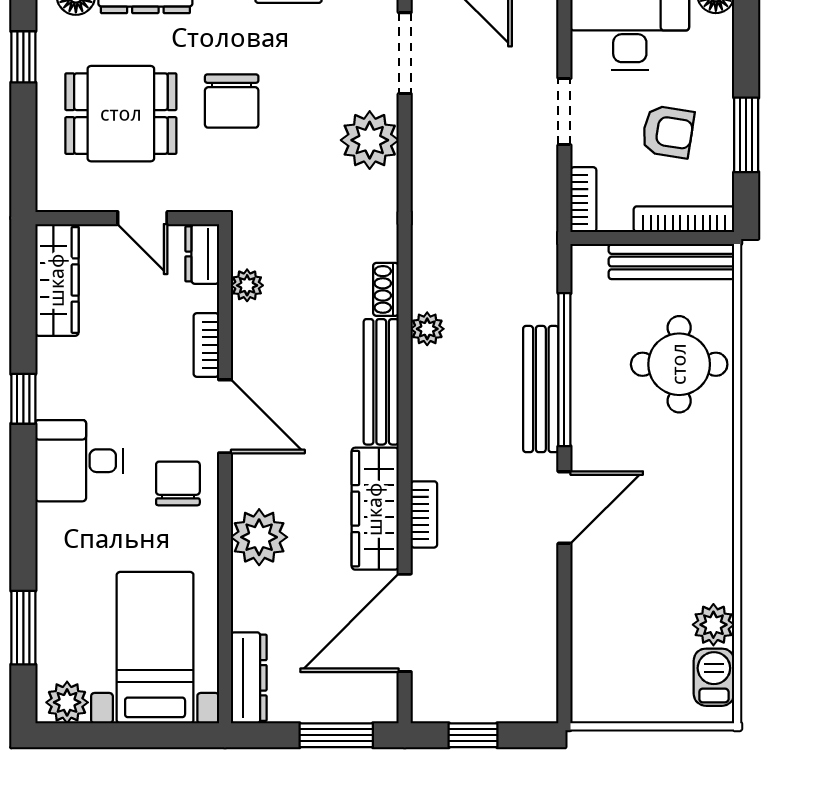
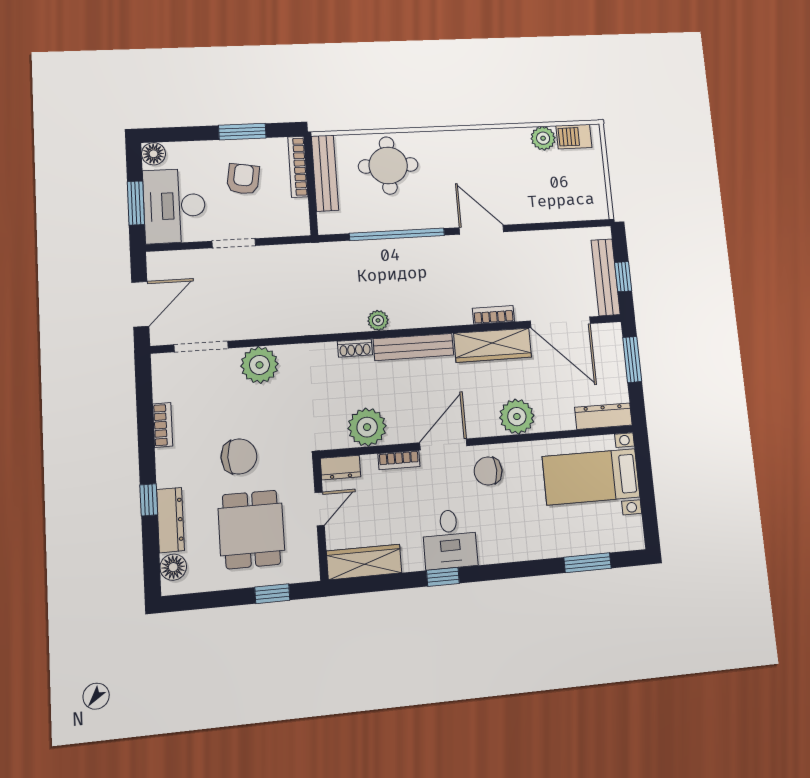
window: (23, 57) -> (272, 594), moved
bookcase: (583, 200) -> (289, 229), removed
plant: (247, 285) -> (367, 427), width x1.88, depth x1.88
bench: (541, 389) -> (606, 277), moved, turned 90
desk: (79, 461) -> (450, 539), moved
plant: (67, 702) -> (631, 530), removed

